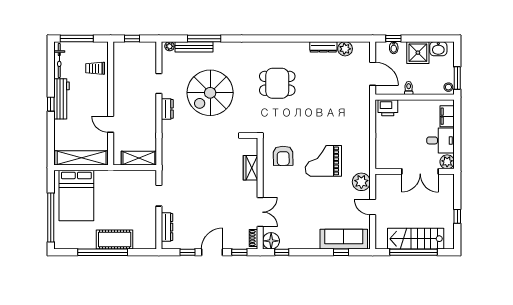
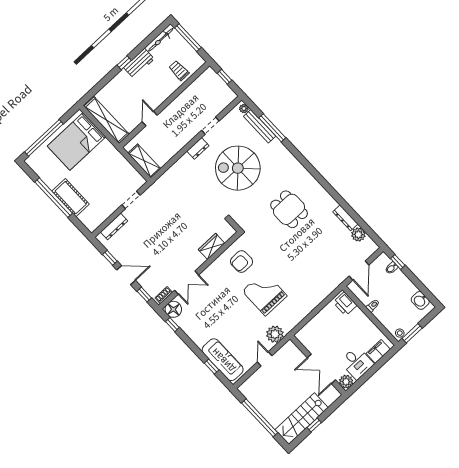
shower: (418, 53) -> (404, 289), removed
workbench: (61, 99) -> (139, 63), width x0.73
stairs: (416, 239) -> (302, 419), moved, turned -90

